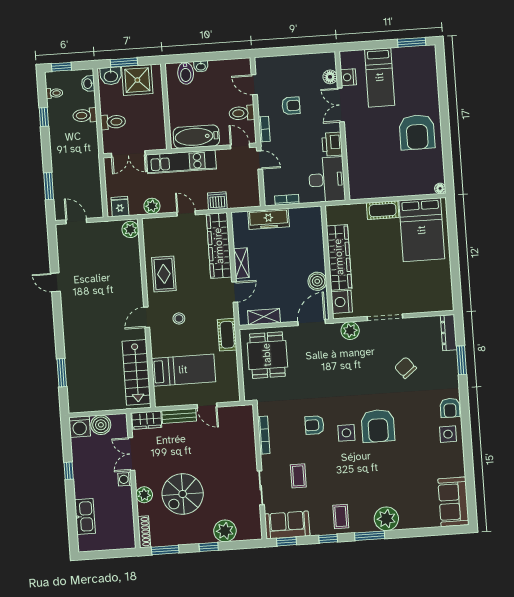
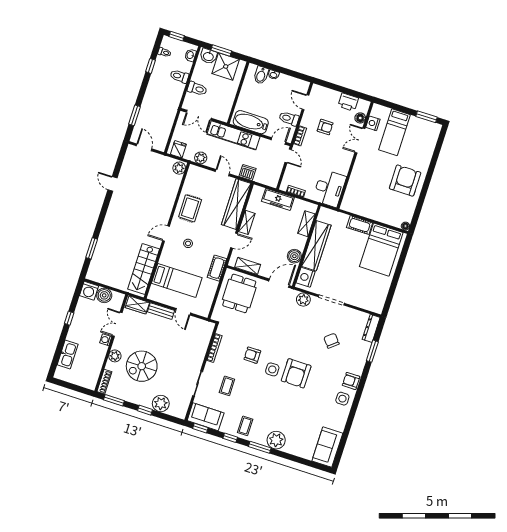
armchair: (417, 132) -> (405, 181), turned 180
printer: (332, 144) -> (348, 102), moved, turned -90
door: (240, 146) -> (278, 141), hinge flipped
shelving: (316, 235) -> (306, 224), added
armchair: (450, 408) -> (351, 381), turned 90

